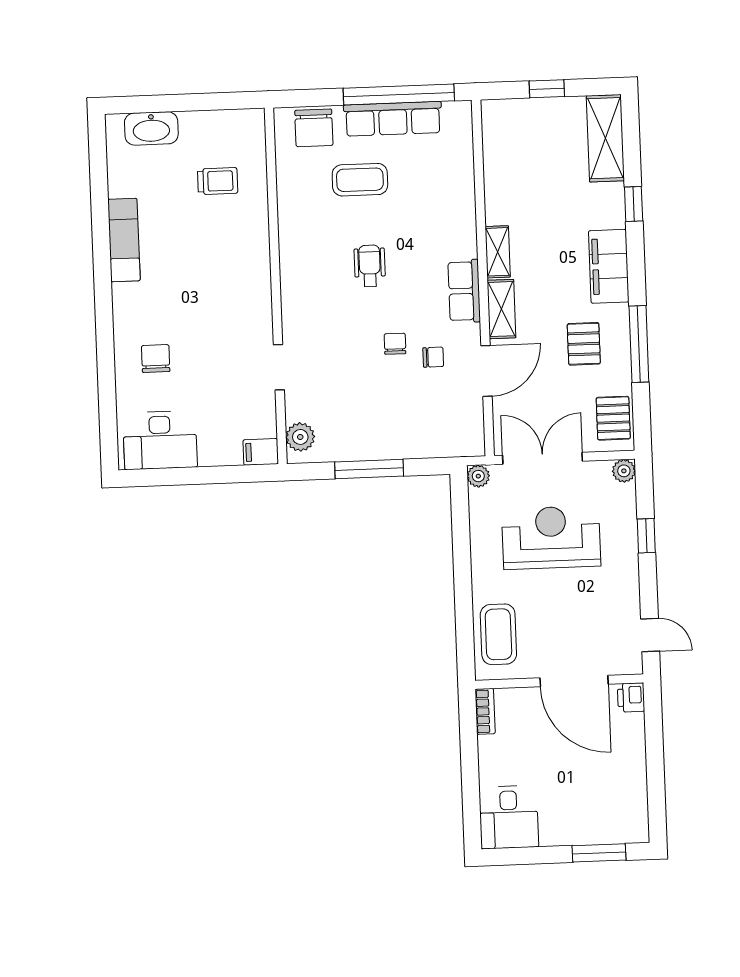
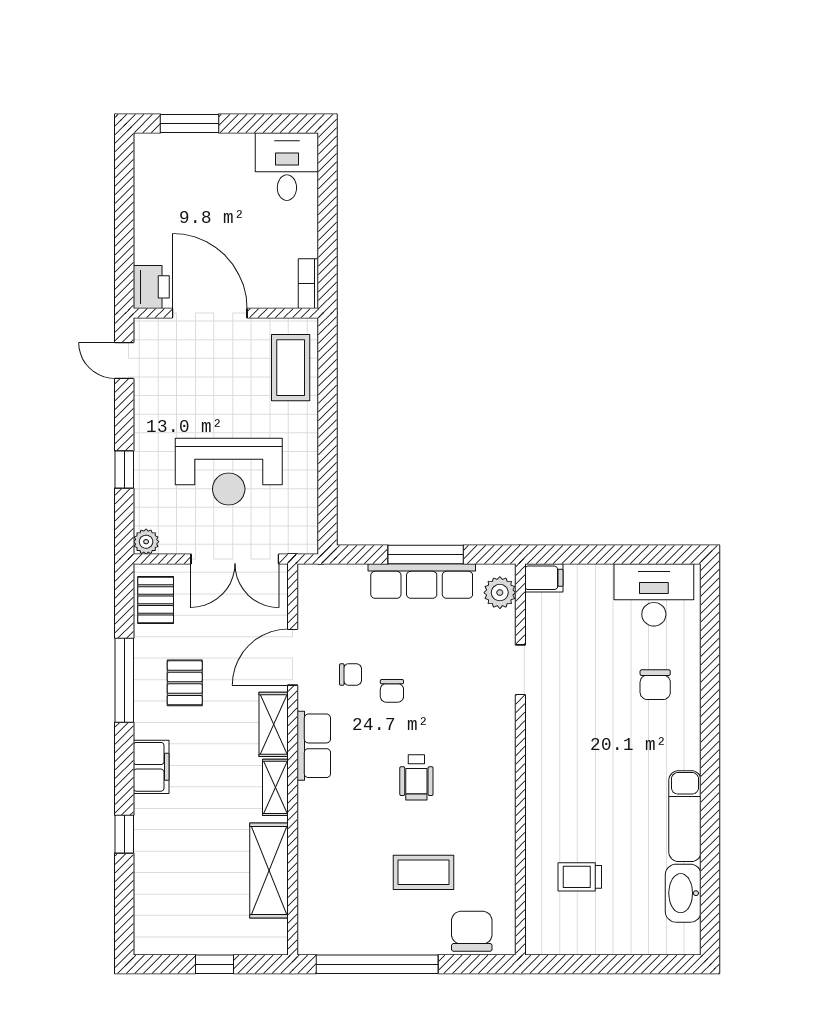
row of seats: (393, 119) -> (422, 581), moved, turned 180
washbasin: (151, 128) -> (683, 893), moved, turned -90
shelving: (605, 138) -> (269, 870), moved
filing cabinet: (609, 266) -> (151, 767), width x0.67, depth x0.86
chair: (433, 357) -> (351, 675), turned 180
plant: (478, 476) -> (306, 542), removed
printer: (631, 697) -> (151, 287), width x1.36, depth x1.24

